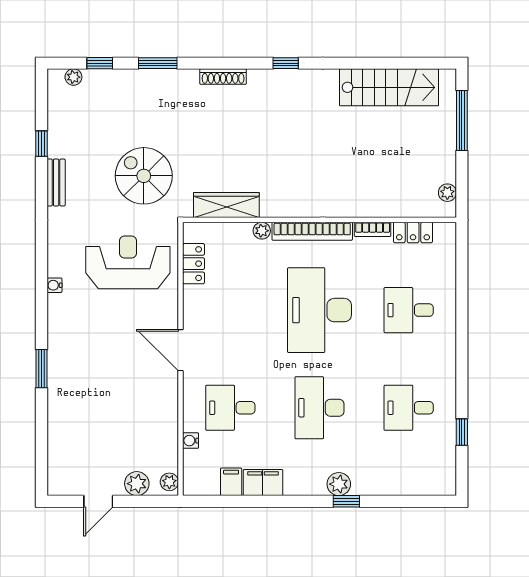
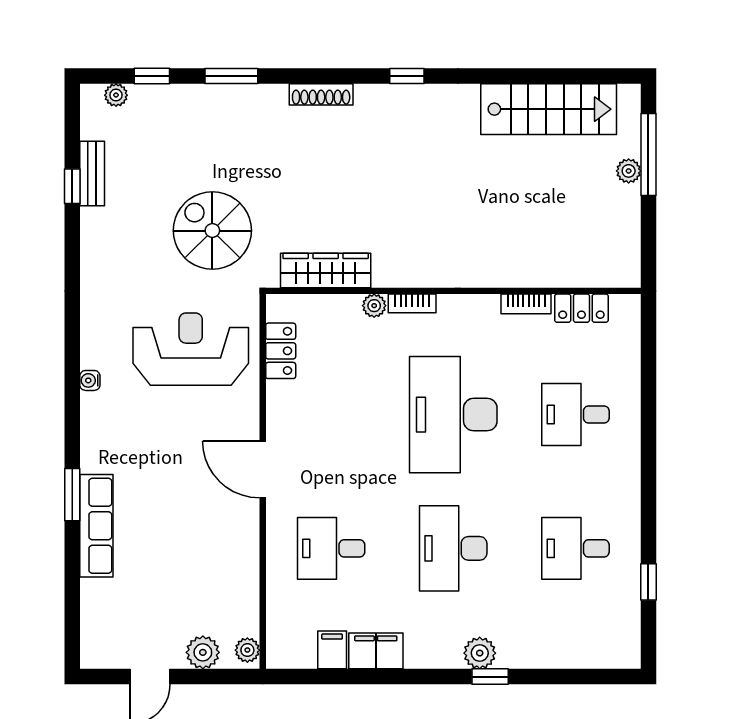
bench: (56, 182) -> (92, 173), moved
plant: (447, 193) -> (629, 171), moved
bookcase: (312, 231) -> (412, 303), width x0.43, depth x0.76
row of seats: (59, 391) -> (96, 526), added
water cooler: (191, 441) -> (277, 593), removed

